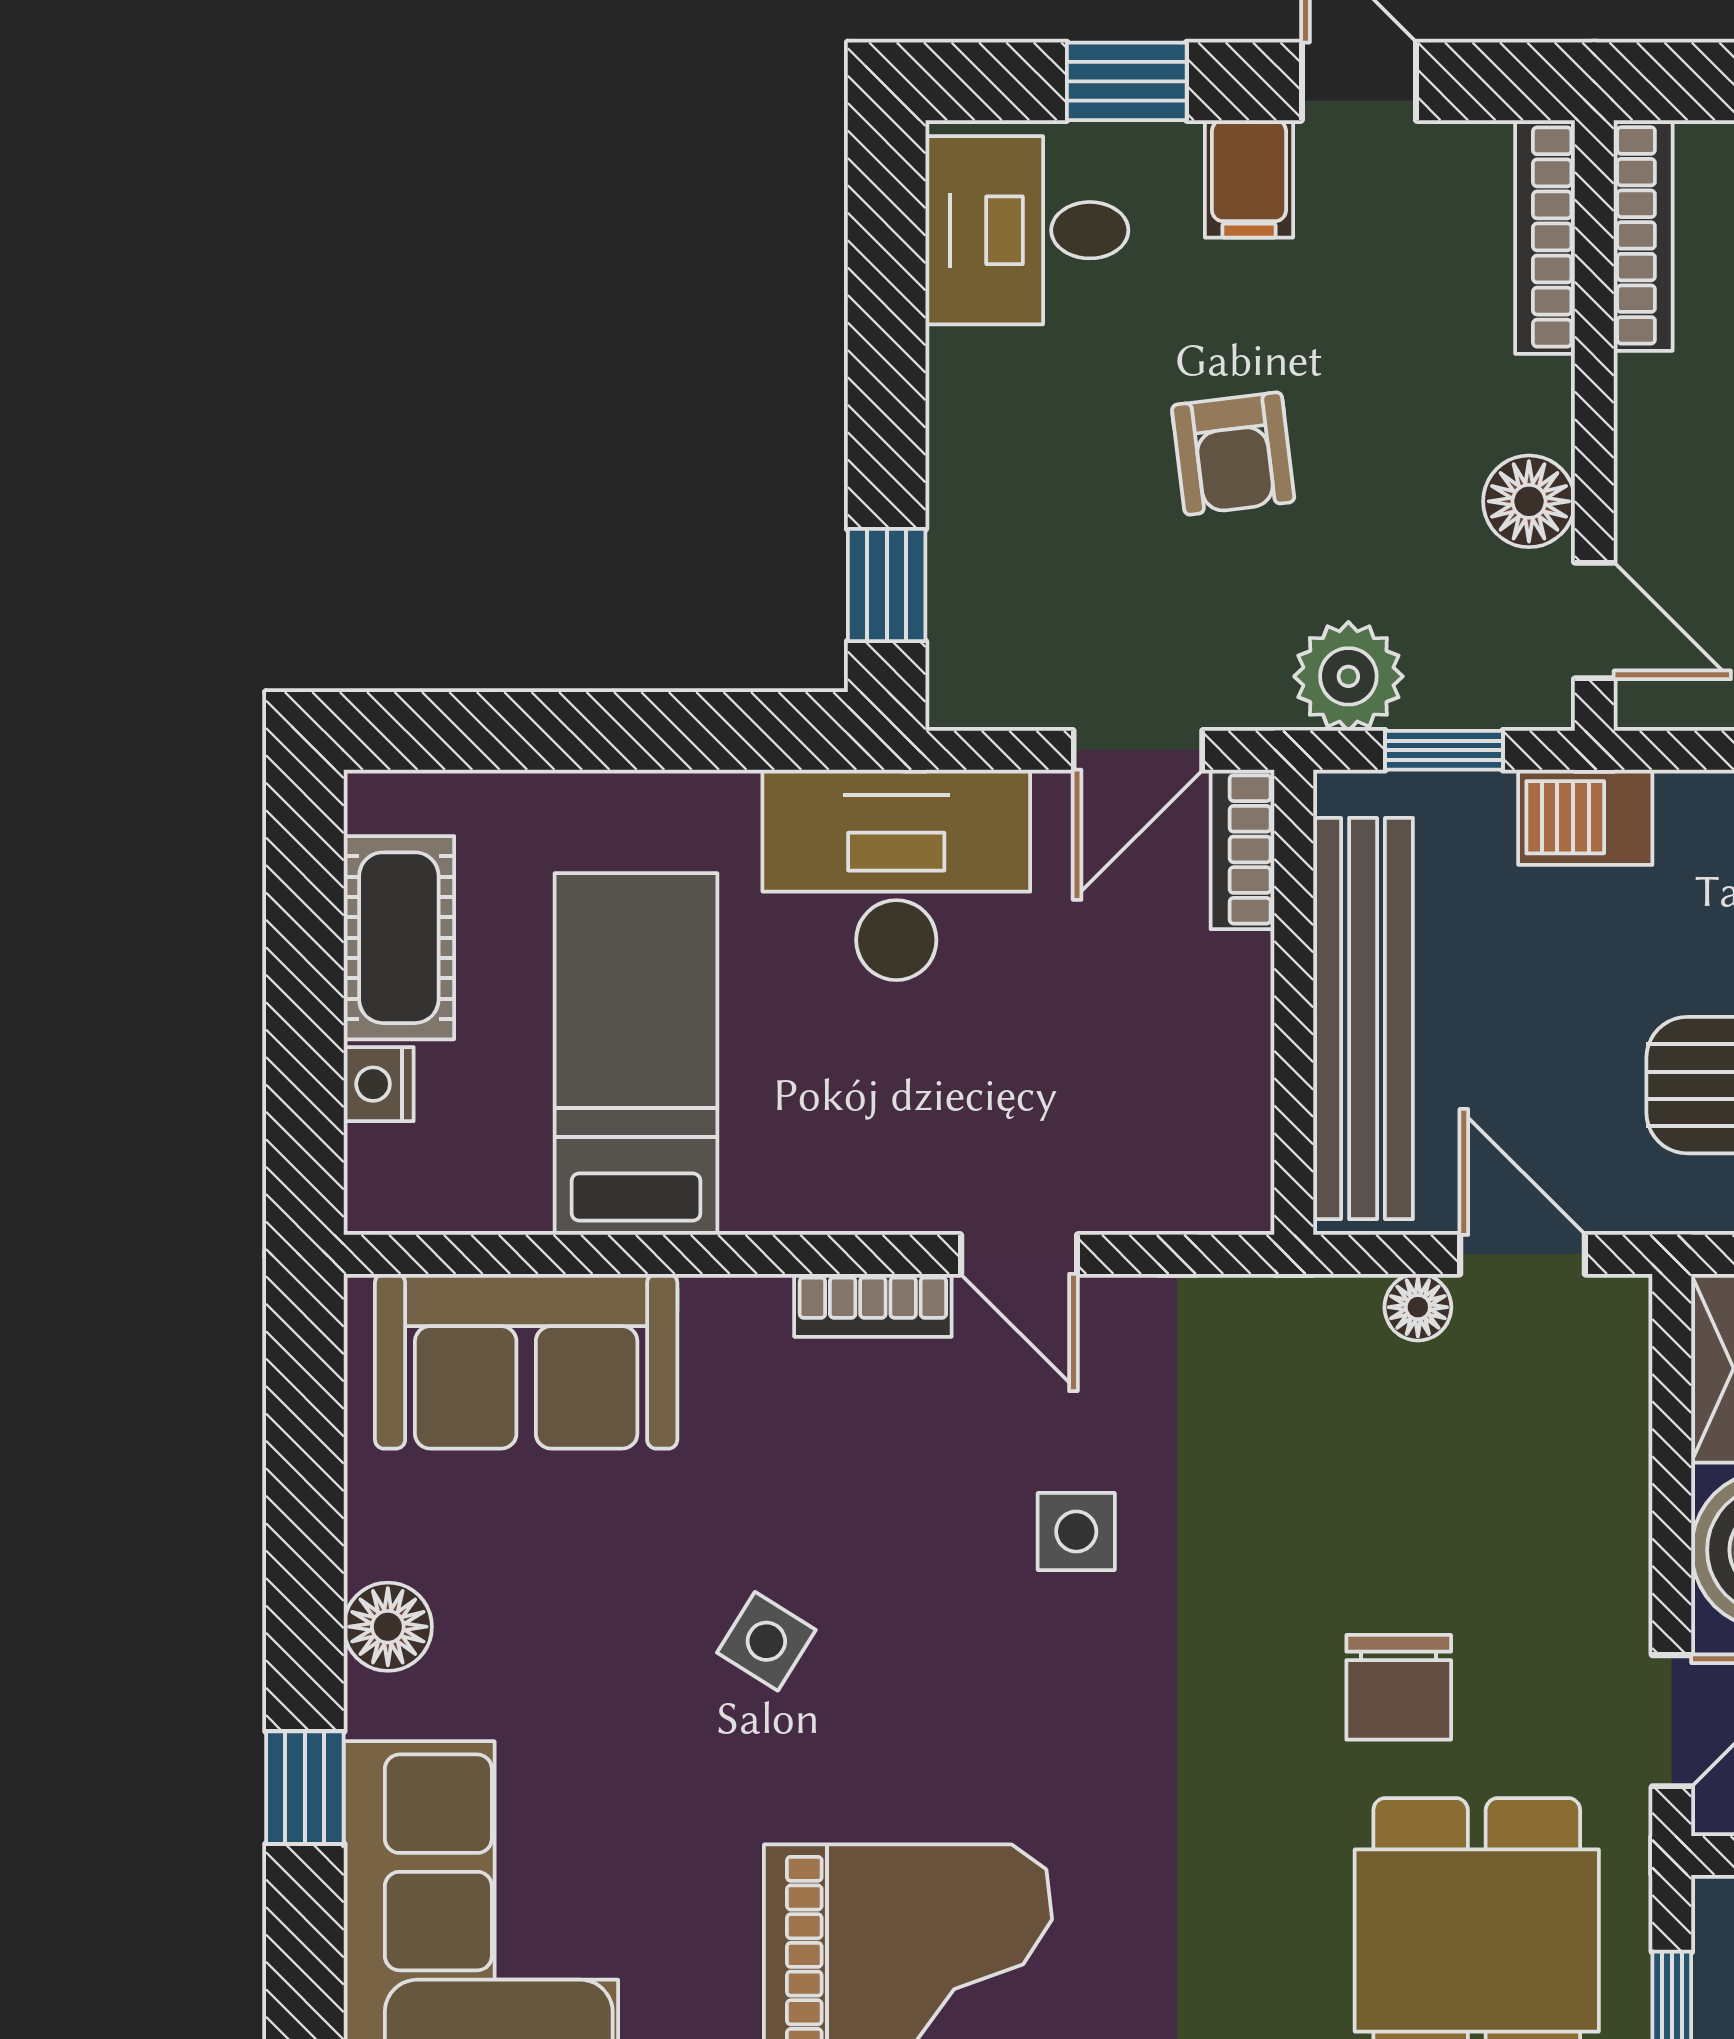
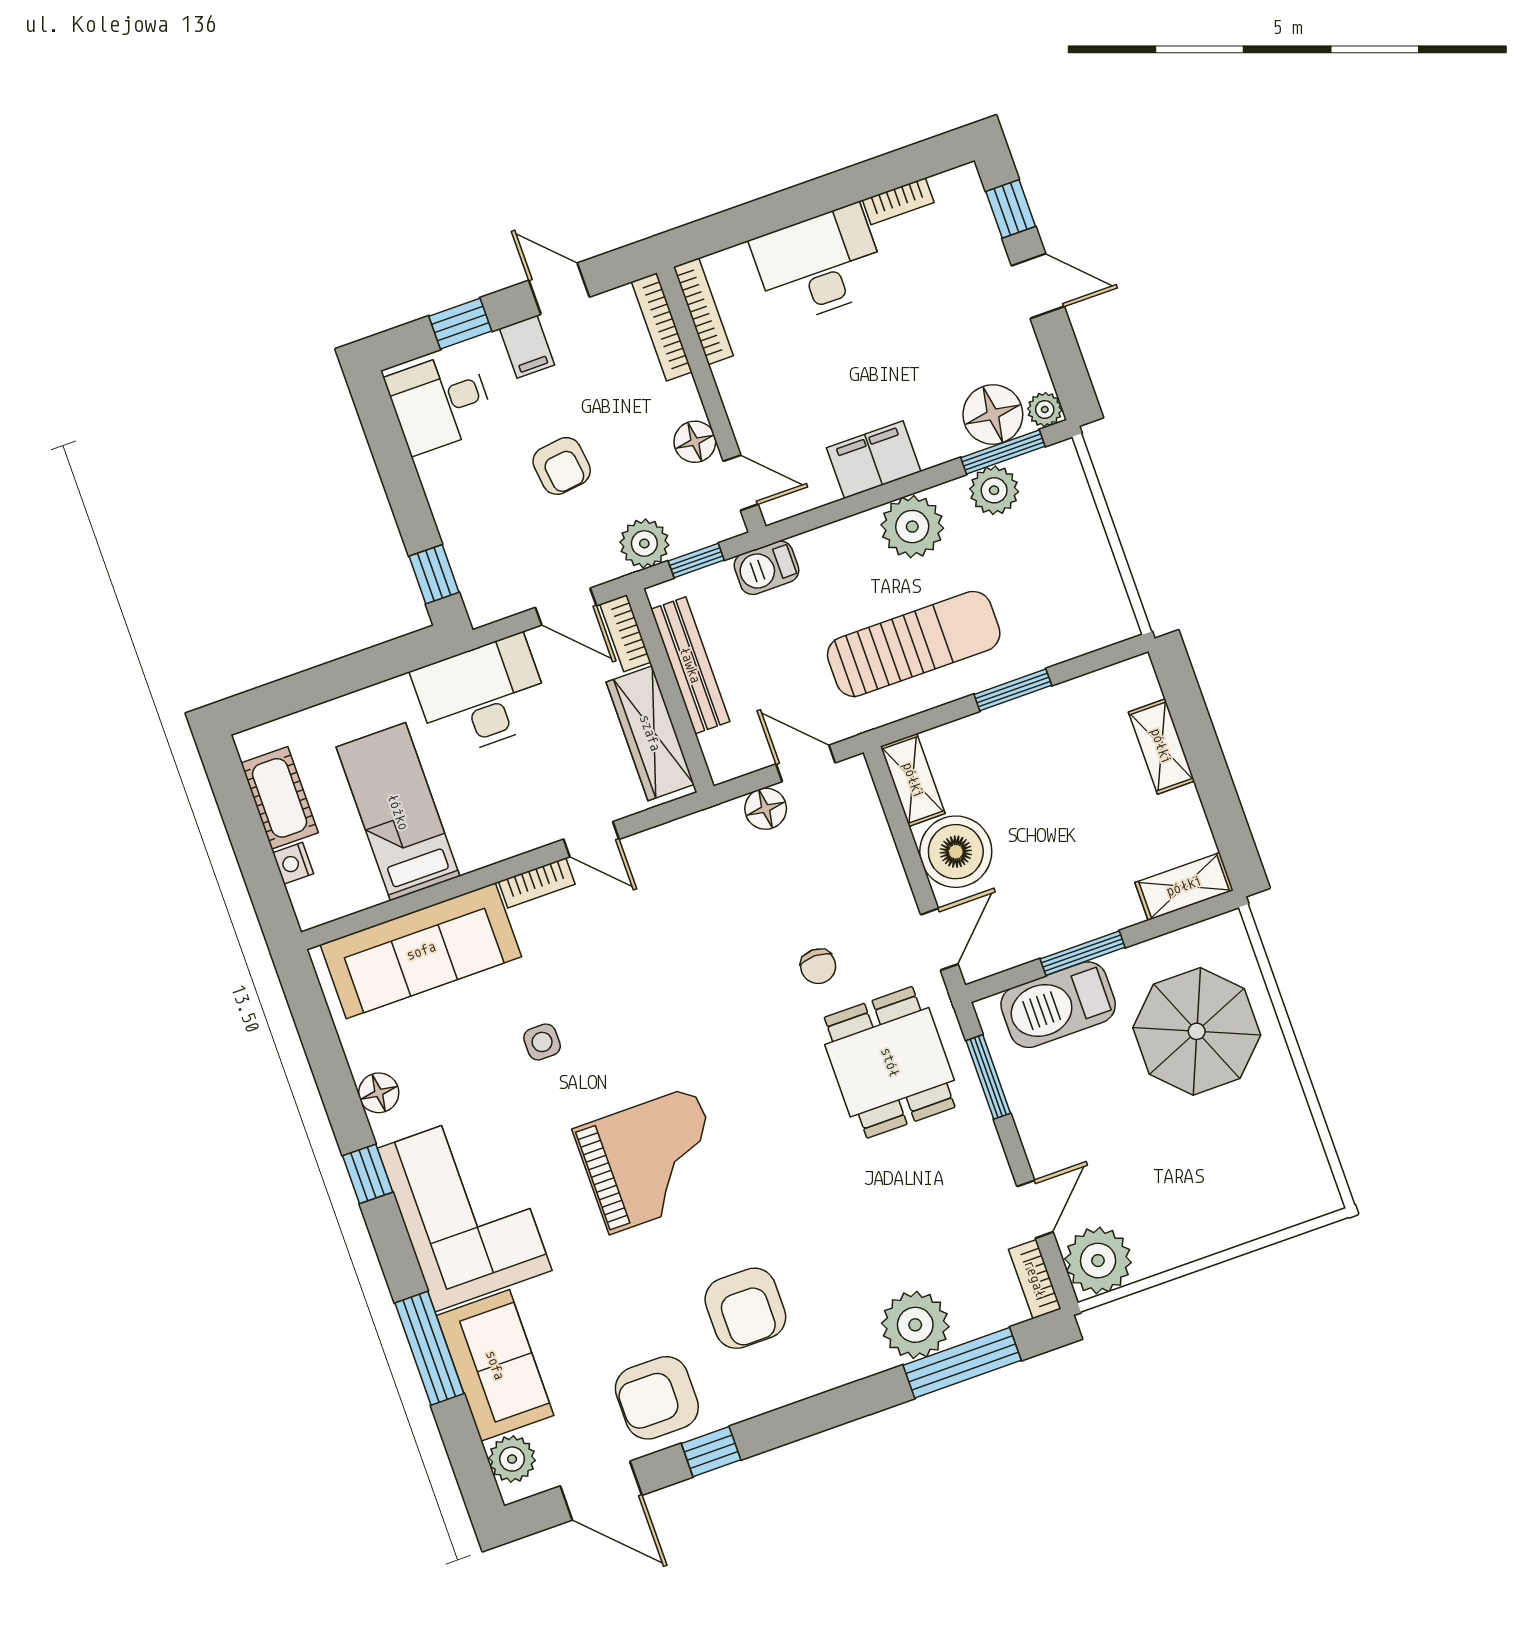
door: (1138, 750) -> (566, 607), hinge flipped
bench: (1363, 1018) -> (690, 665), width x0.73, depth x0.82
wardrobe: (1220, 1077) -> (650, 733), added
floor lamp: (1418, 1307) -> (766, 809), width x1.37, depth x1.37
sofa: (526, 1361) -> (421, 951), width x1.36
side table: (1076, 1532) -> (657, 949), removed
side table: (766, 1641) -> (542, 1042), turned -32
chair: (1399, 1687) -> (818, 966), width x0.73, depth x0.73

